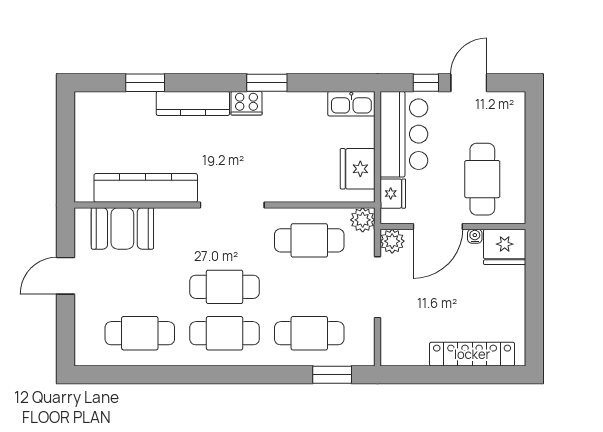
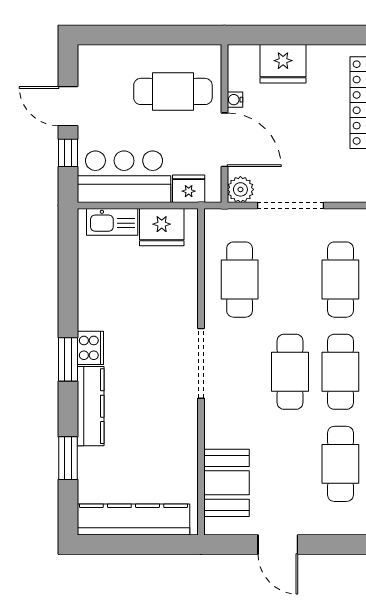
window: (267, 83) -> (68, 359), moved
kitchen sink: (351, 104) -> (112, 222), moved, turned 90
kitchen counter: (146, 188) -> (133, 519), moved, turned 90
plant: (363, 220) -> (217, 222), removed
fridge: (505, 247) -> (283, 64), moved, turned 90

